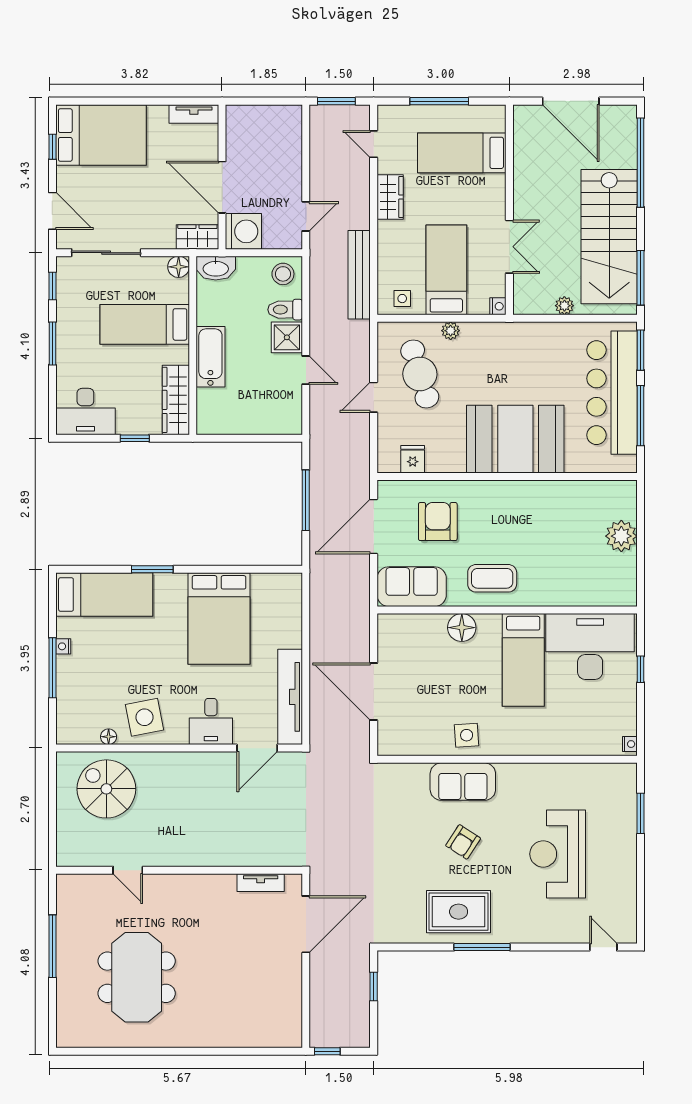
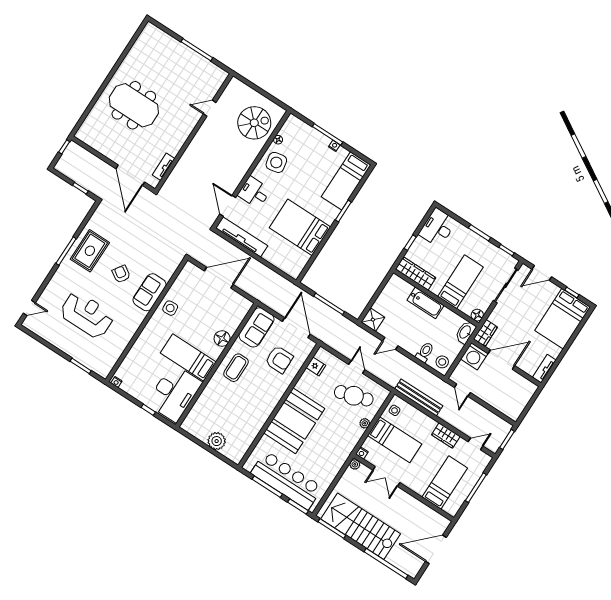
plant: (564, 306) -> (355, 464), moved
shower: (287, 337) -> (373, 320), moved
meeting table: (137, 977) -> (134, 105), moved

